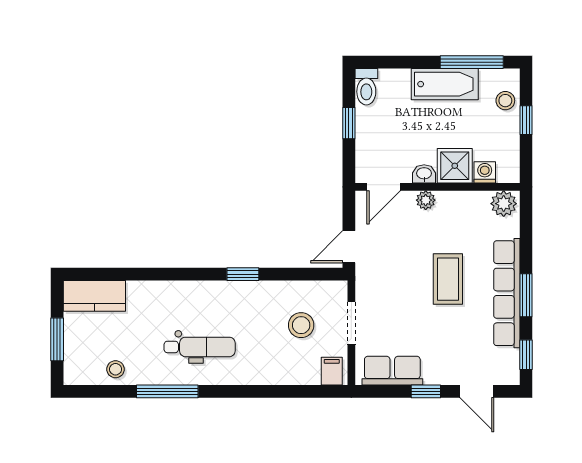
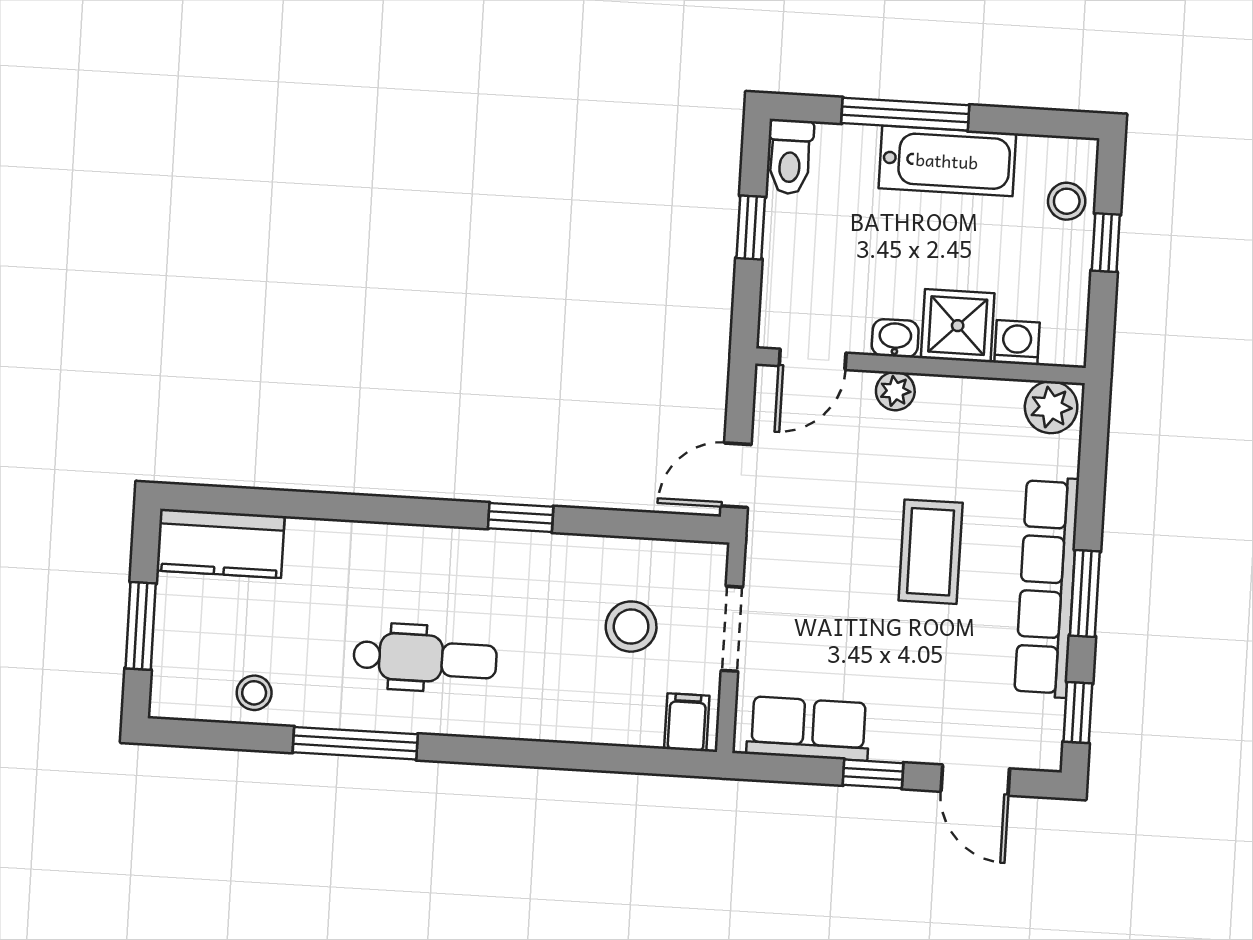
window: (472, 62) -> (905, 114), moved

